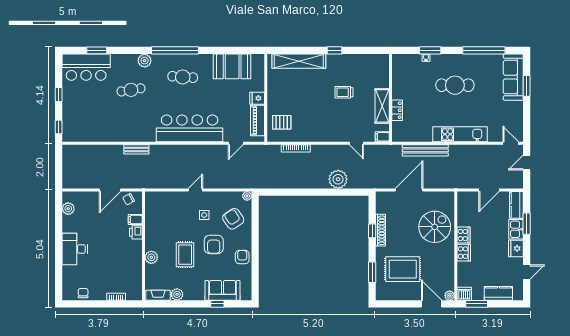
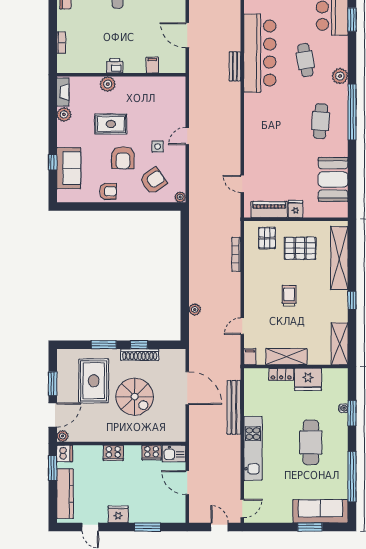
shelving: (371, 61) -> (339, 344), added
fridge: (402, 88) -> (308, 379), added
trolley: (344, 92) -> (289, 296), moved
pallet: (290, 94) -> (300, 248), added
bar counter: (190, 128) -> (260, 53), moved
plant: (338, 179) -> (195, 310), width x0.53, depth x0.53
door: (195, 190) -> (187, 136), swing flipped
chair: (129, 199) -> (176, 57), removed
kitchen counter: (516, 205) -> (170, 515), removed
spiral stairs: (435, 227) -> (135, 397), moved
kitchen sink: (516, 229) -> (174, 454), moved, turned 180
printer: (136, 232) -> (115, 66), moved
cooker: (464, 235) -> (152, 453), moved
armchair: (214, 244) -> (123, 158), turned -90
window: (372, 272) -> (104, 345), moved
kitchen counter: (498, 293) -> (65, 494), width x1.50
window: (405, 304) -> (53, 384), added

